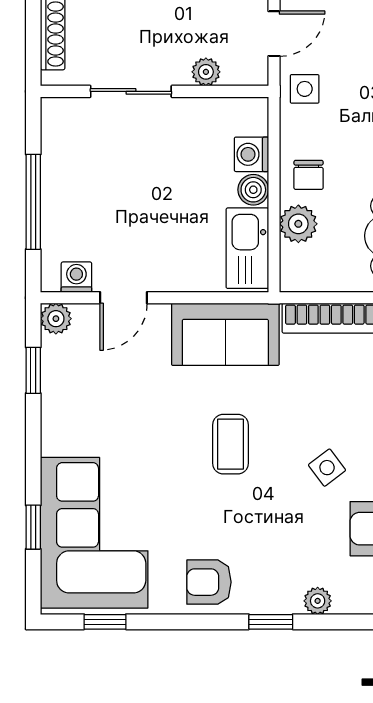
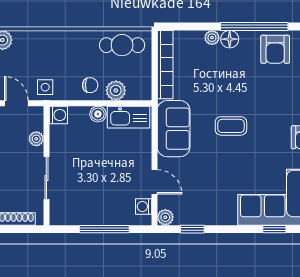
washing machine: (251, 154) -> (58, 115), moved, turned -90
side table: (327, 468) -> (243, 75), removed

